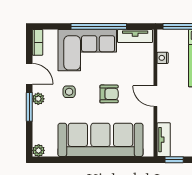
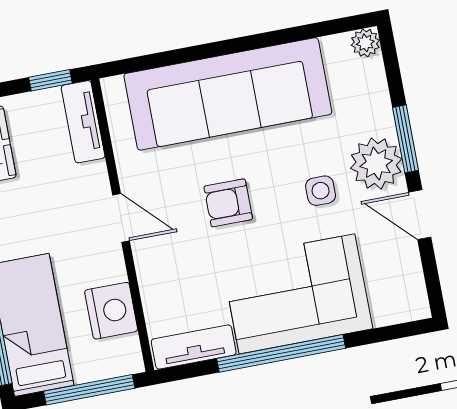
bookcase: (37, 42) -> (414, 290), removed
nightstand: (163, 58) -> (111, 311), width x1.89, depth x1.79
plant: (38, 99) -> (376, 164), width x1.87, depth x1.87

